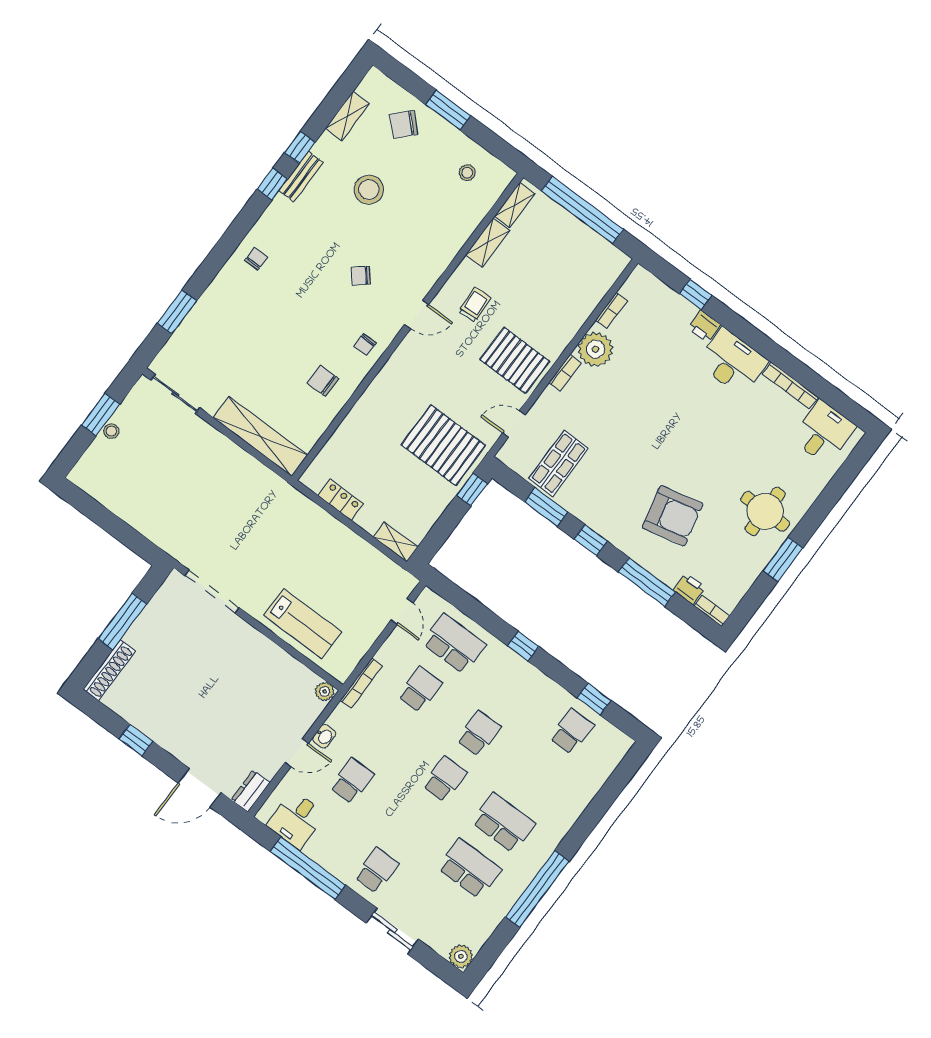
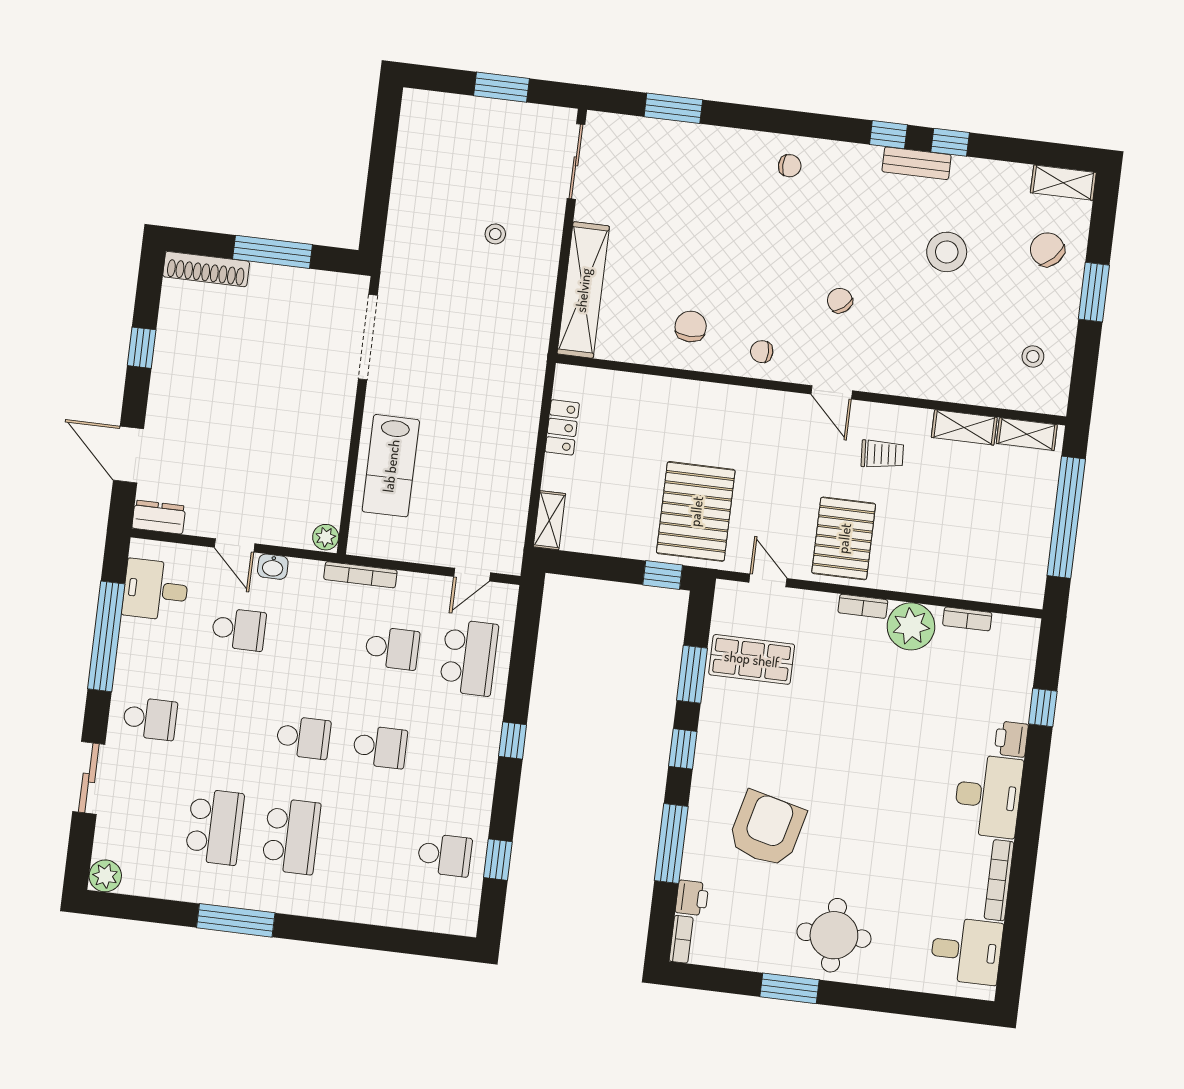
shelving: (347, 116) -> (1063, 183), moved
stool: (111, 431) -> (495, 234), moved
armchair: (673, 516) -> (767, 829), turned -153
window: (537, 889) -> (236, 920), width x0.68

